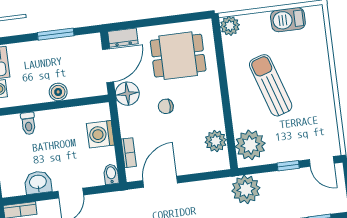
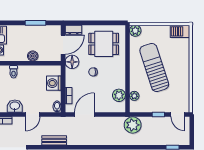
barbecue: (288, 20) -> (180, 31), moved
sun lounger: (271, 85) -> (154, 67), width x1.36, depth x1.34
plant: (250, 145) -> (134, 96), width x0.53, depth x0.53

